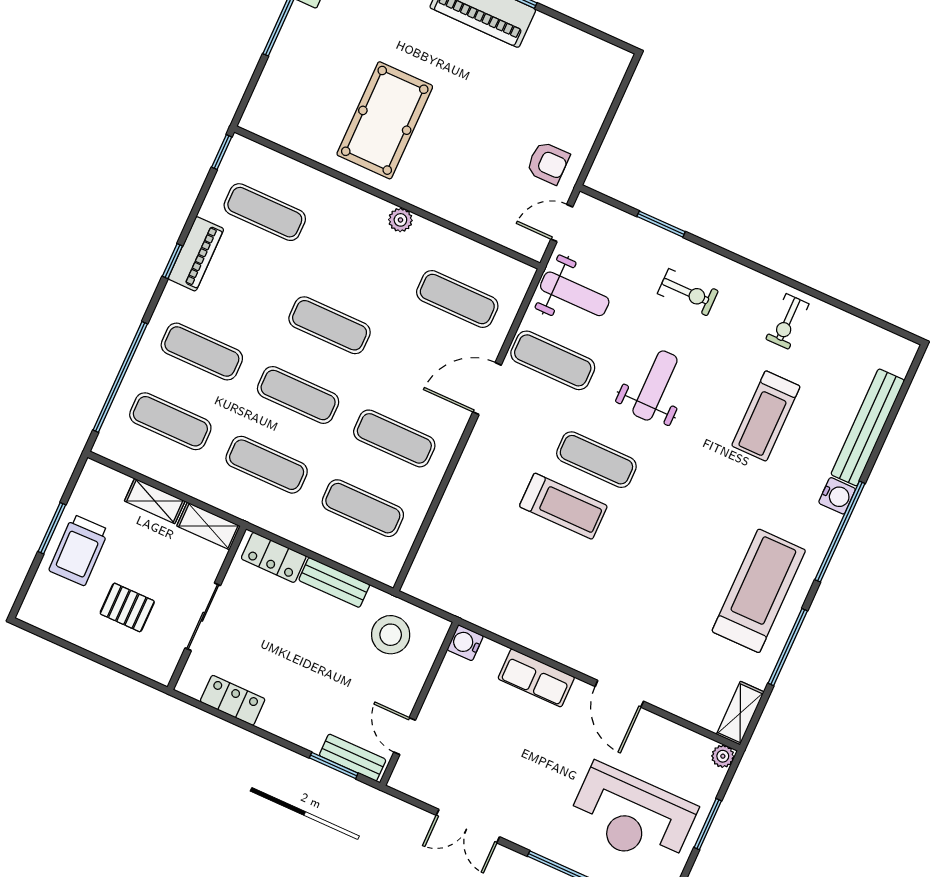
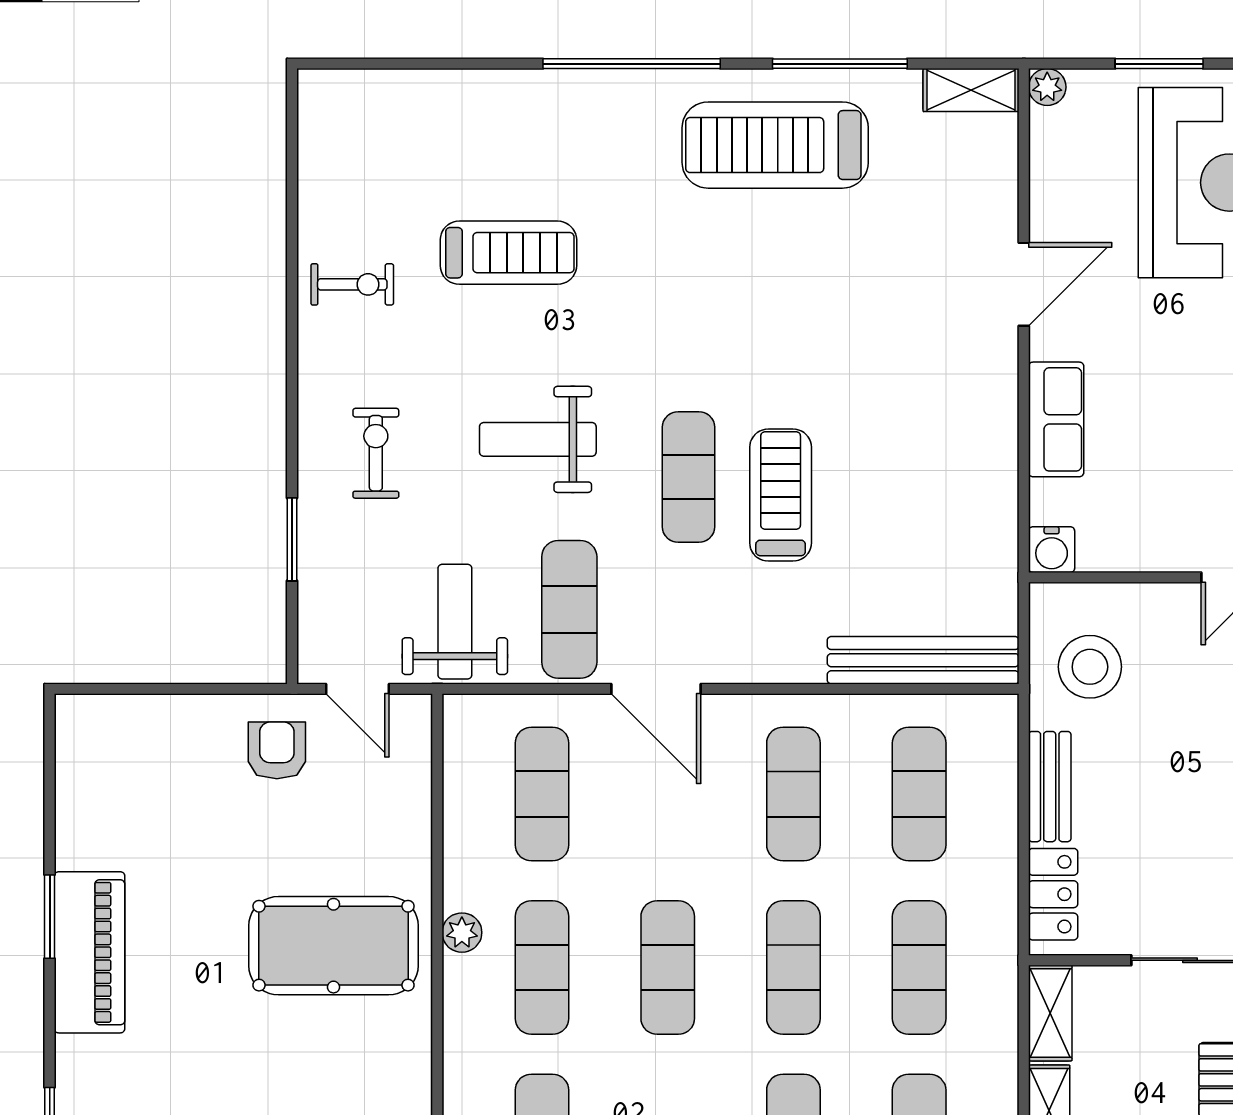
pool table: (385, 120) -> (334, 946), moved
exercise mat: (361, 256) -> (542, 968), added
bench: (868, 427) -> (923, 660), moved
water cooler: (837, 496) -> (580, 92), removed

